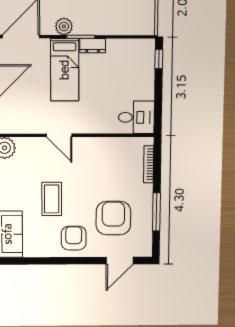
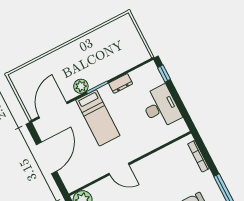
dresser: (93, 46) -> (121, 83), moved
desk: (136, 117) -> (161, 107), moved, width x1.37

